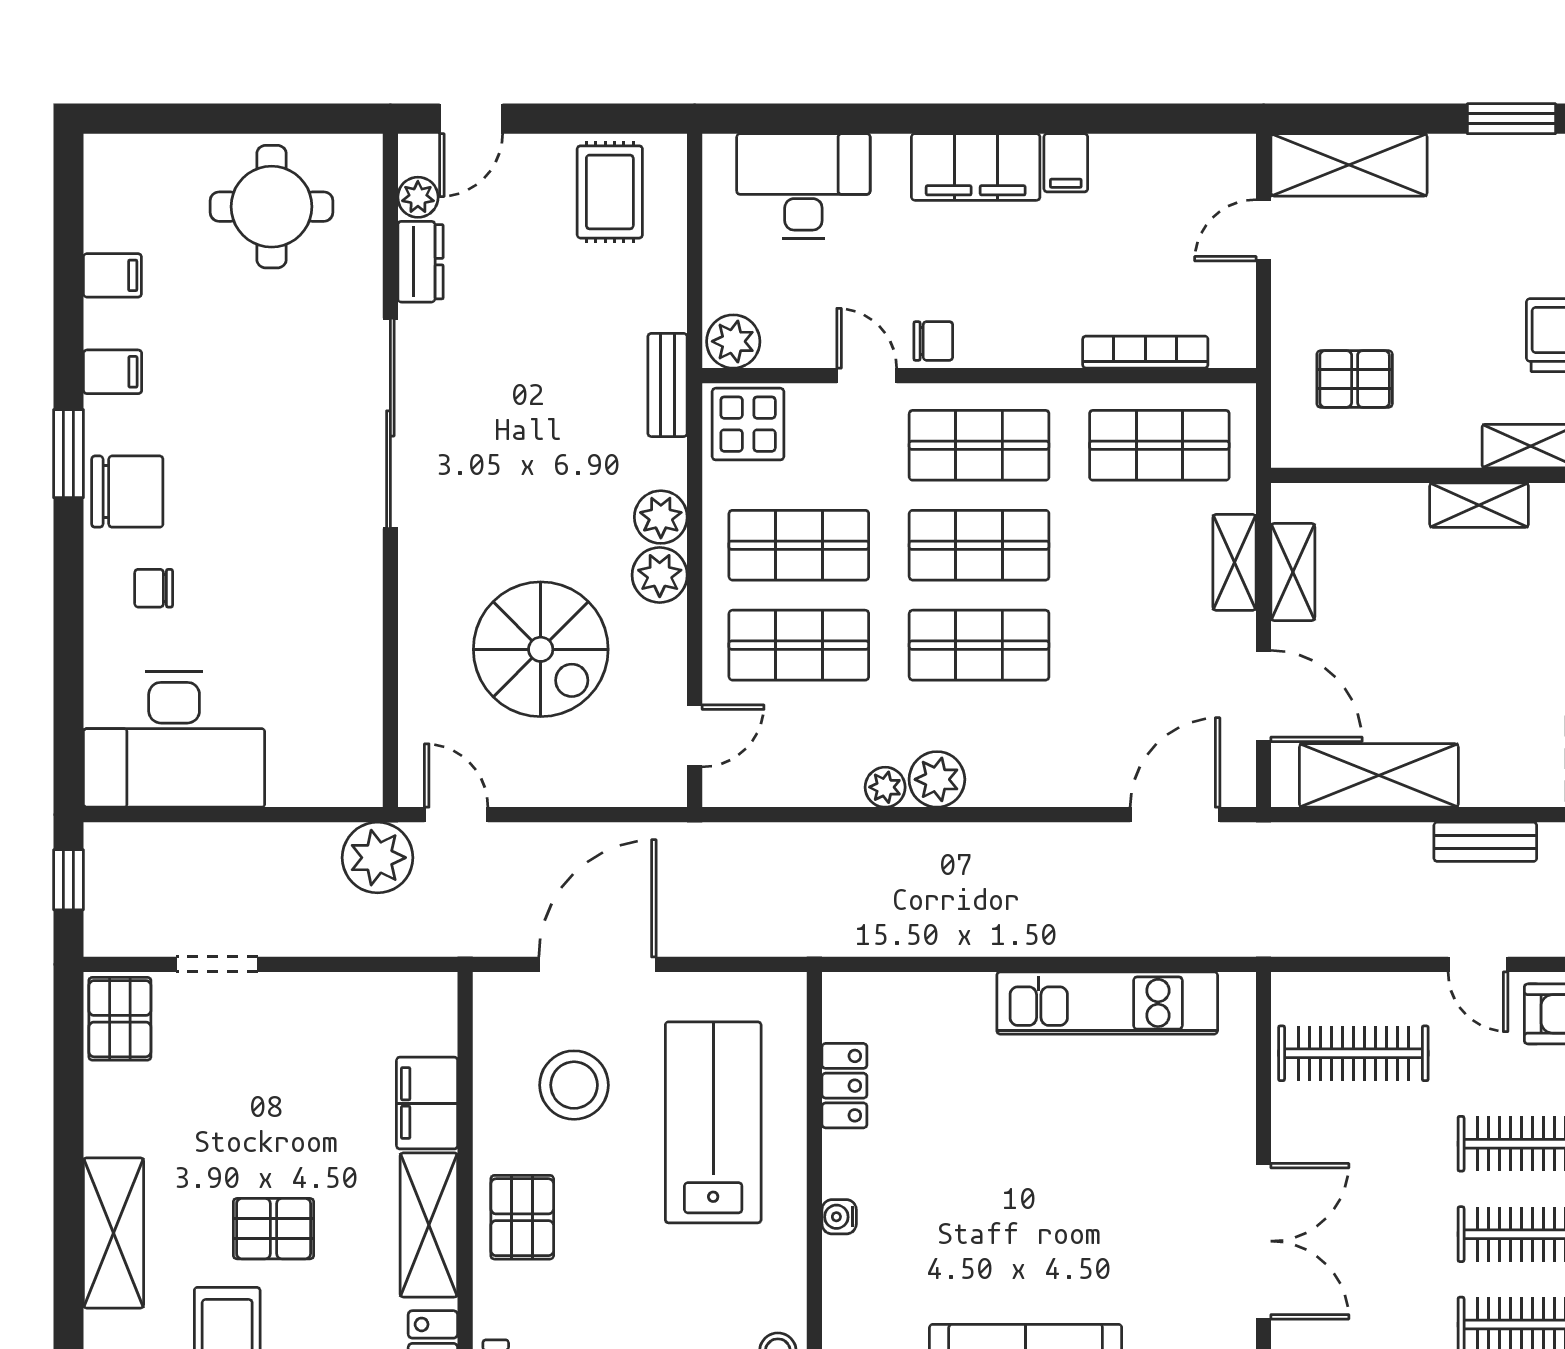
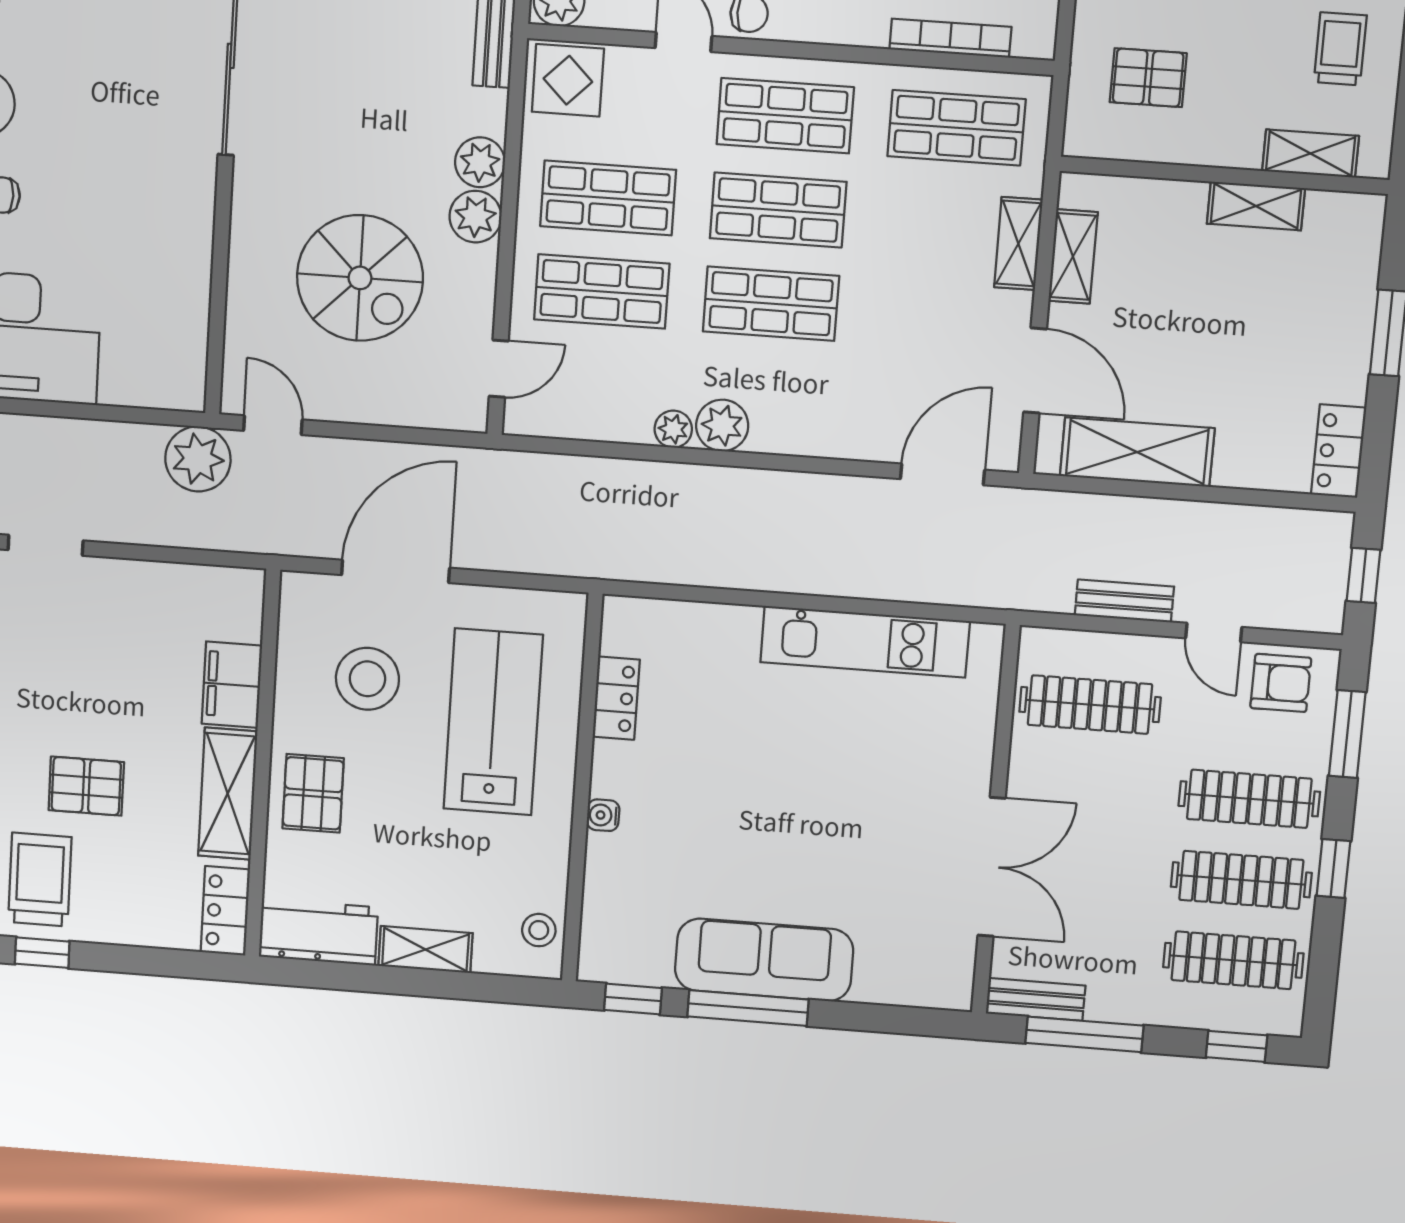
bench: (1485, 842) -> (1124, 601), moved

